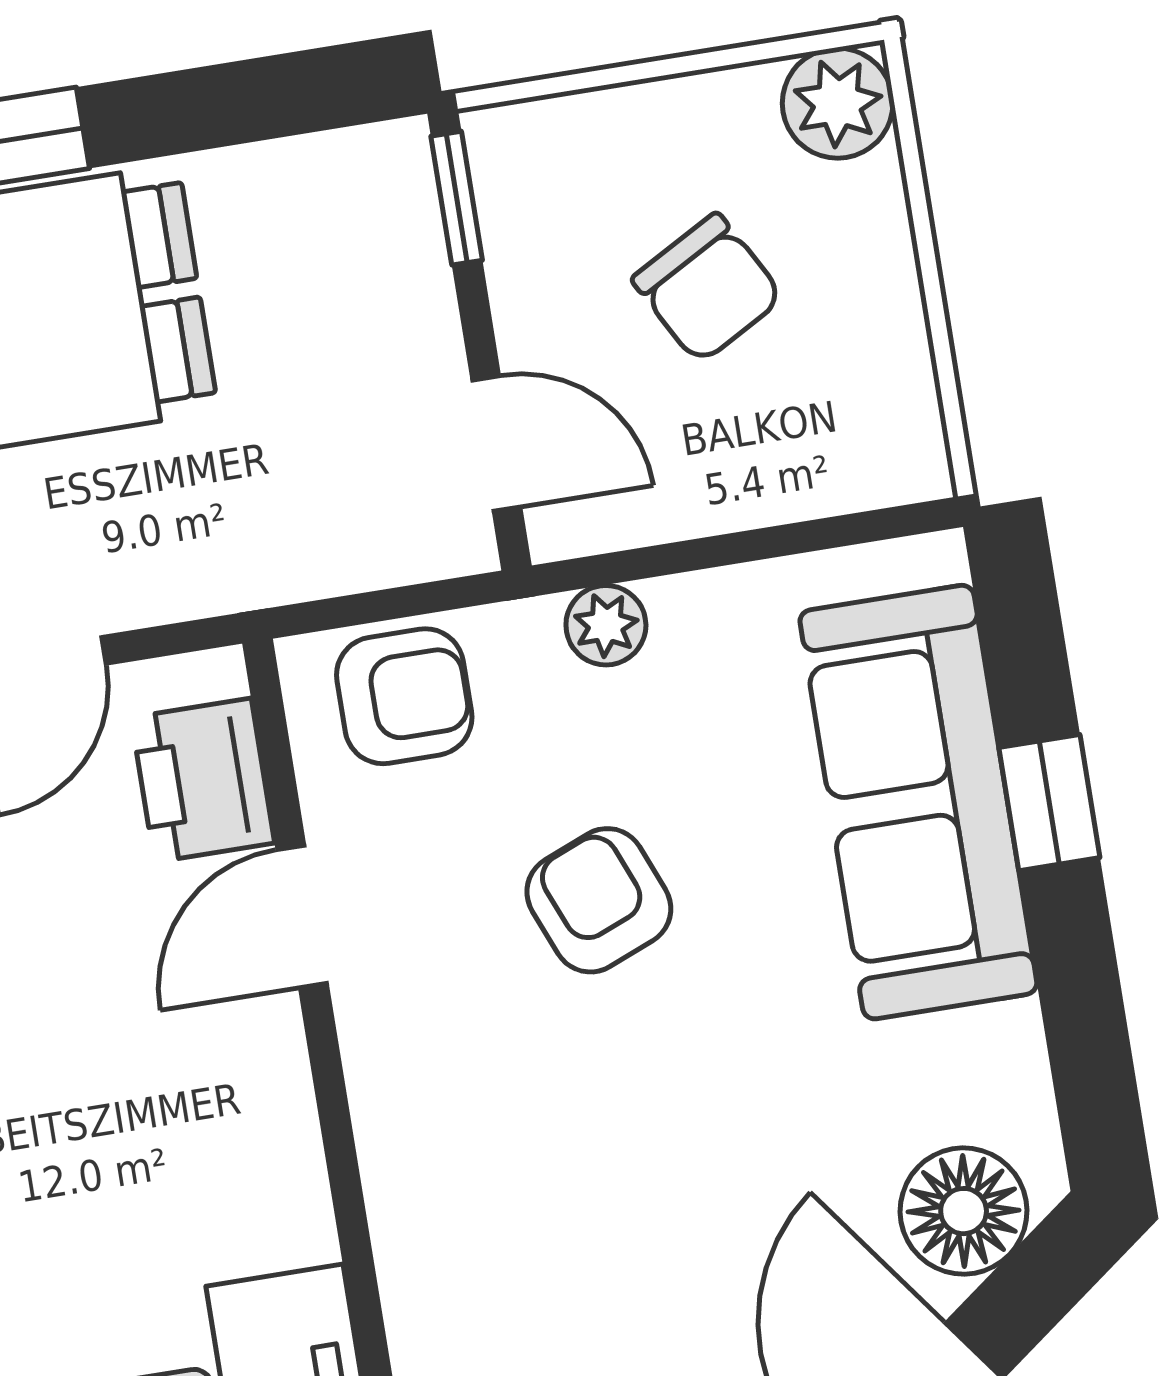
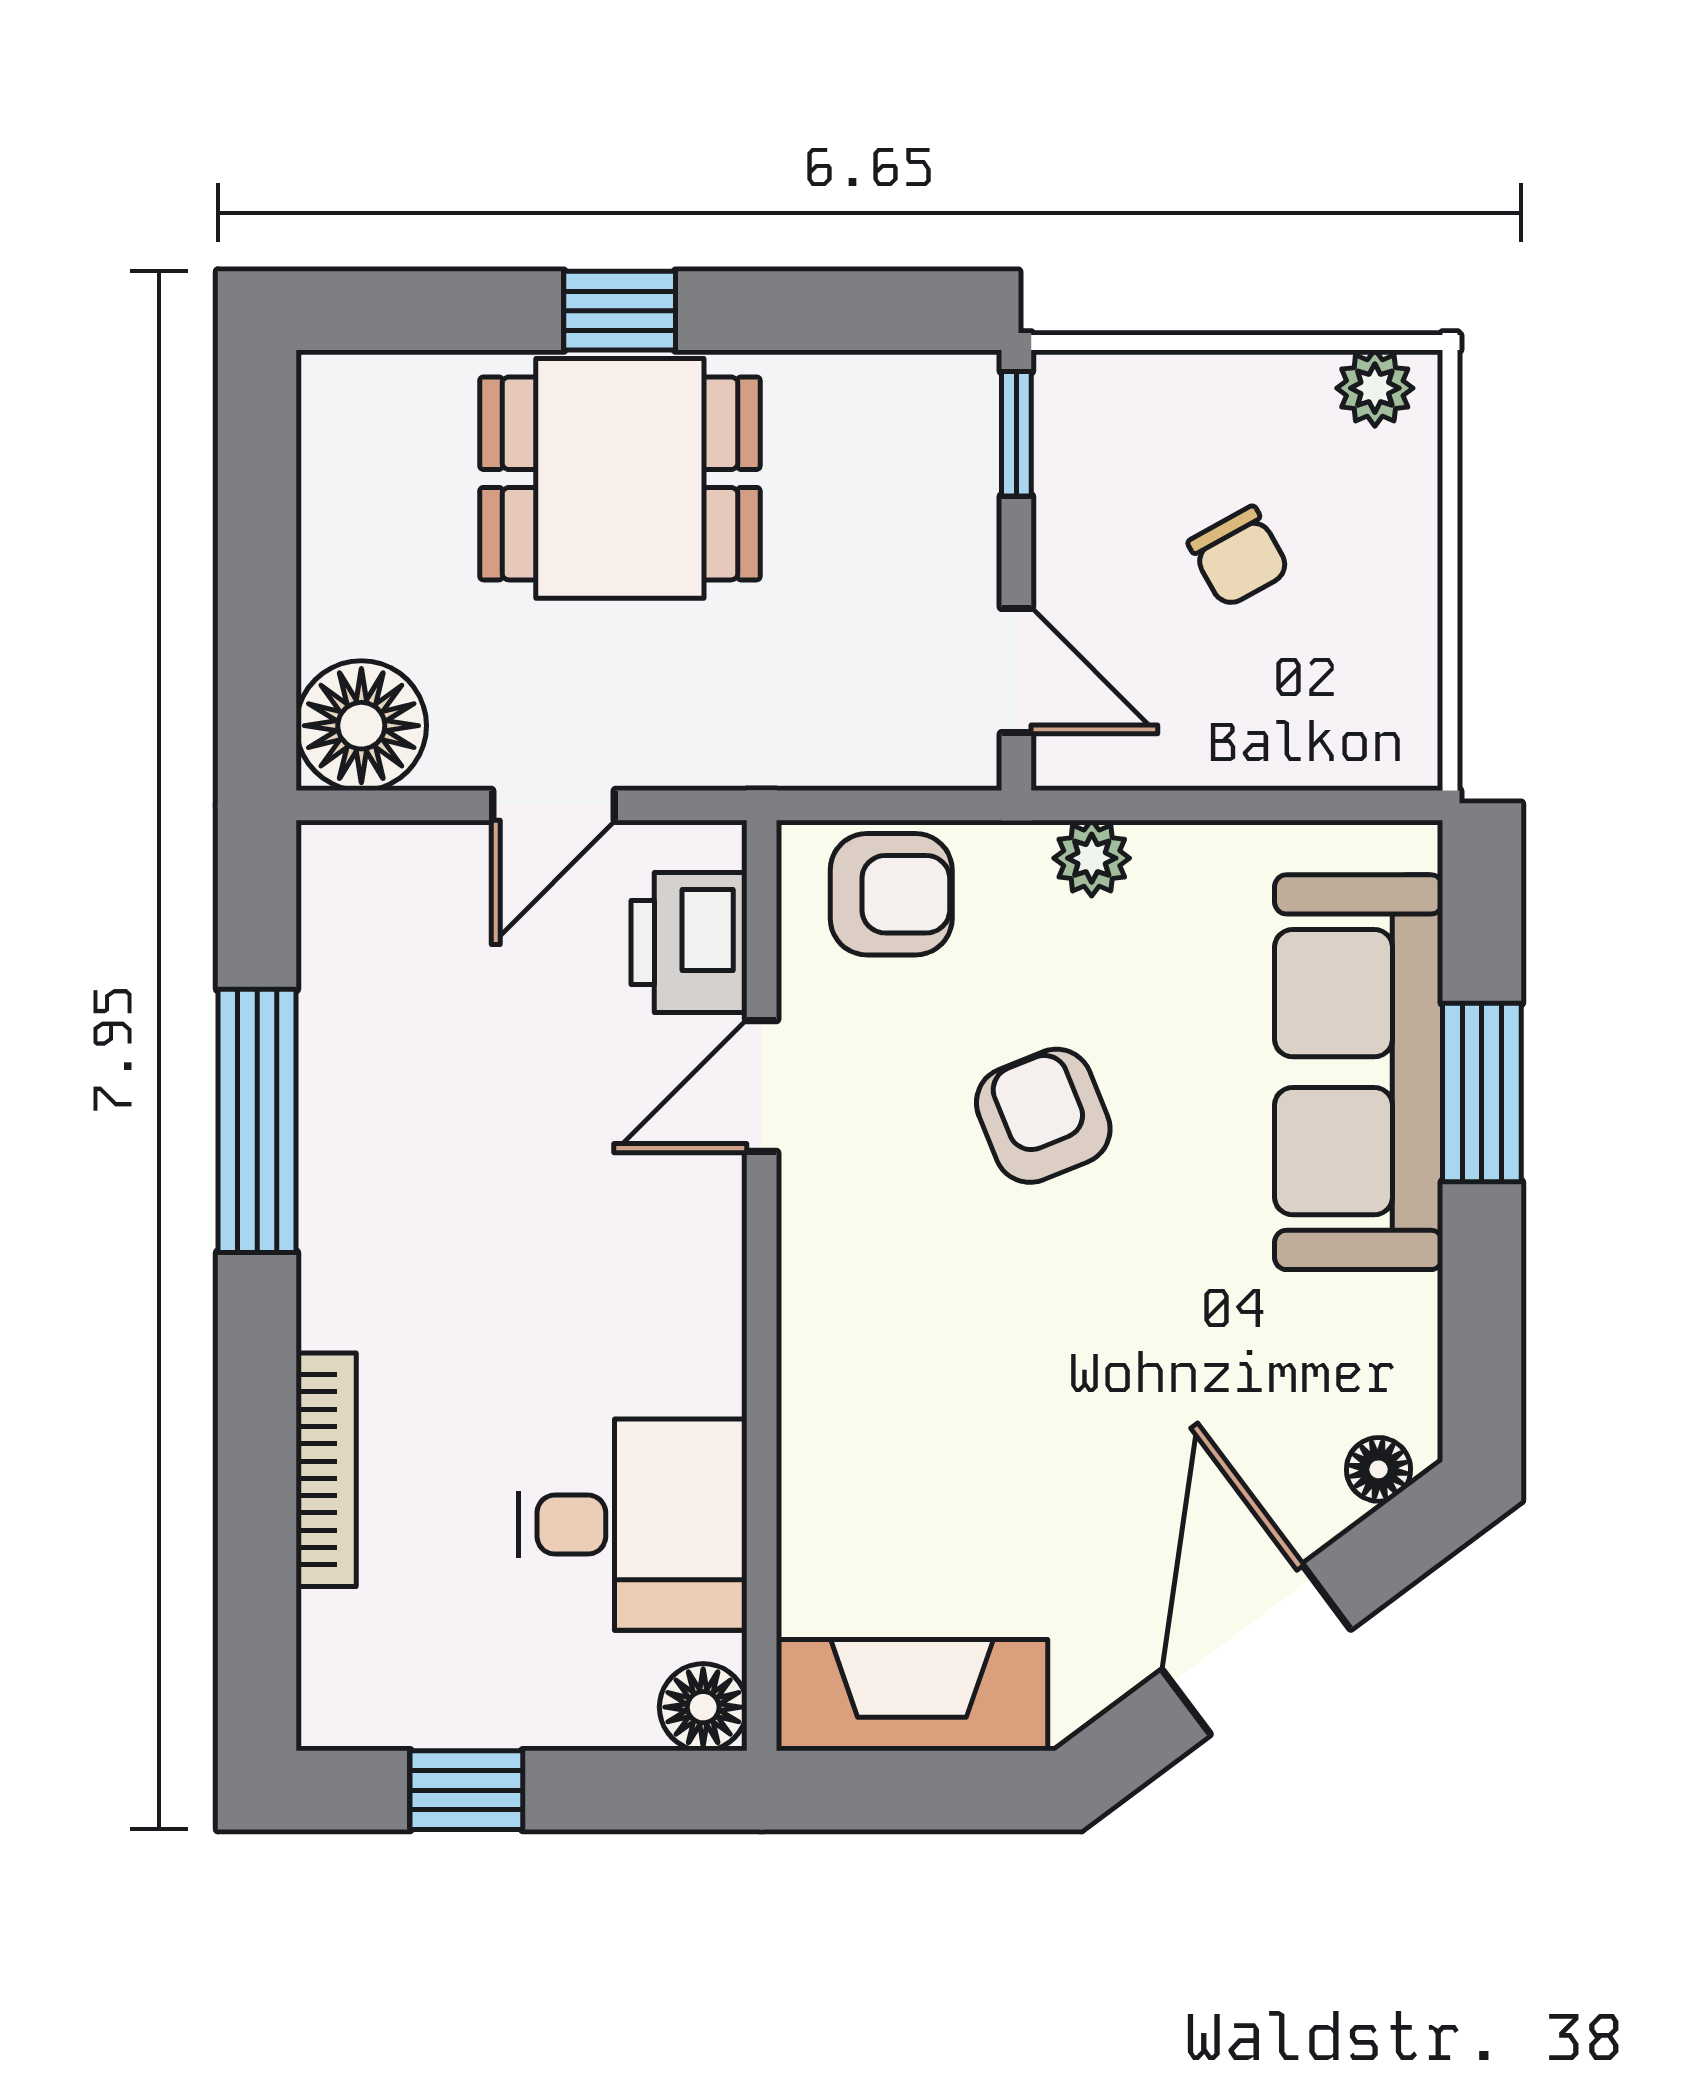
plant: (838, 103) -> (1375, 388), width x0.73, depth x0.73
chair: (708, 288) -> (1239, 557), width x0.73, depth x0.73
window: (1049, 803) -> (1482, 1093), width x1.50
floor lamp: (964, 1211) -> (1379, 1469), width x0.53, depth x0.53

